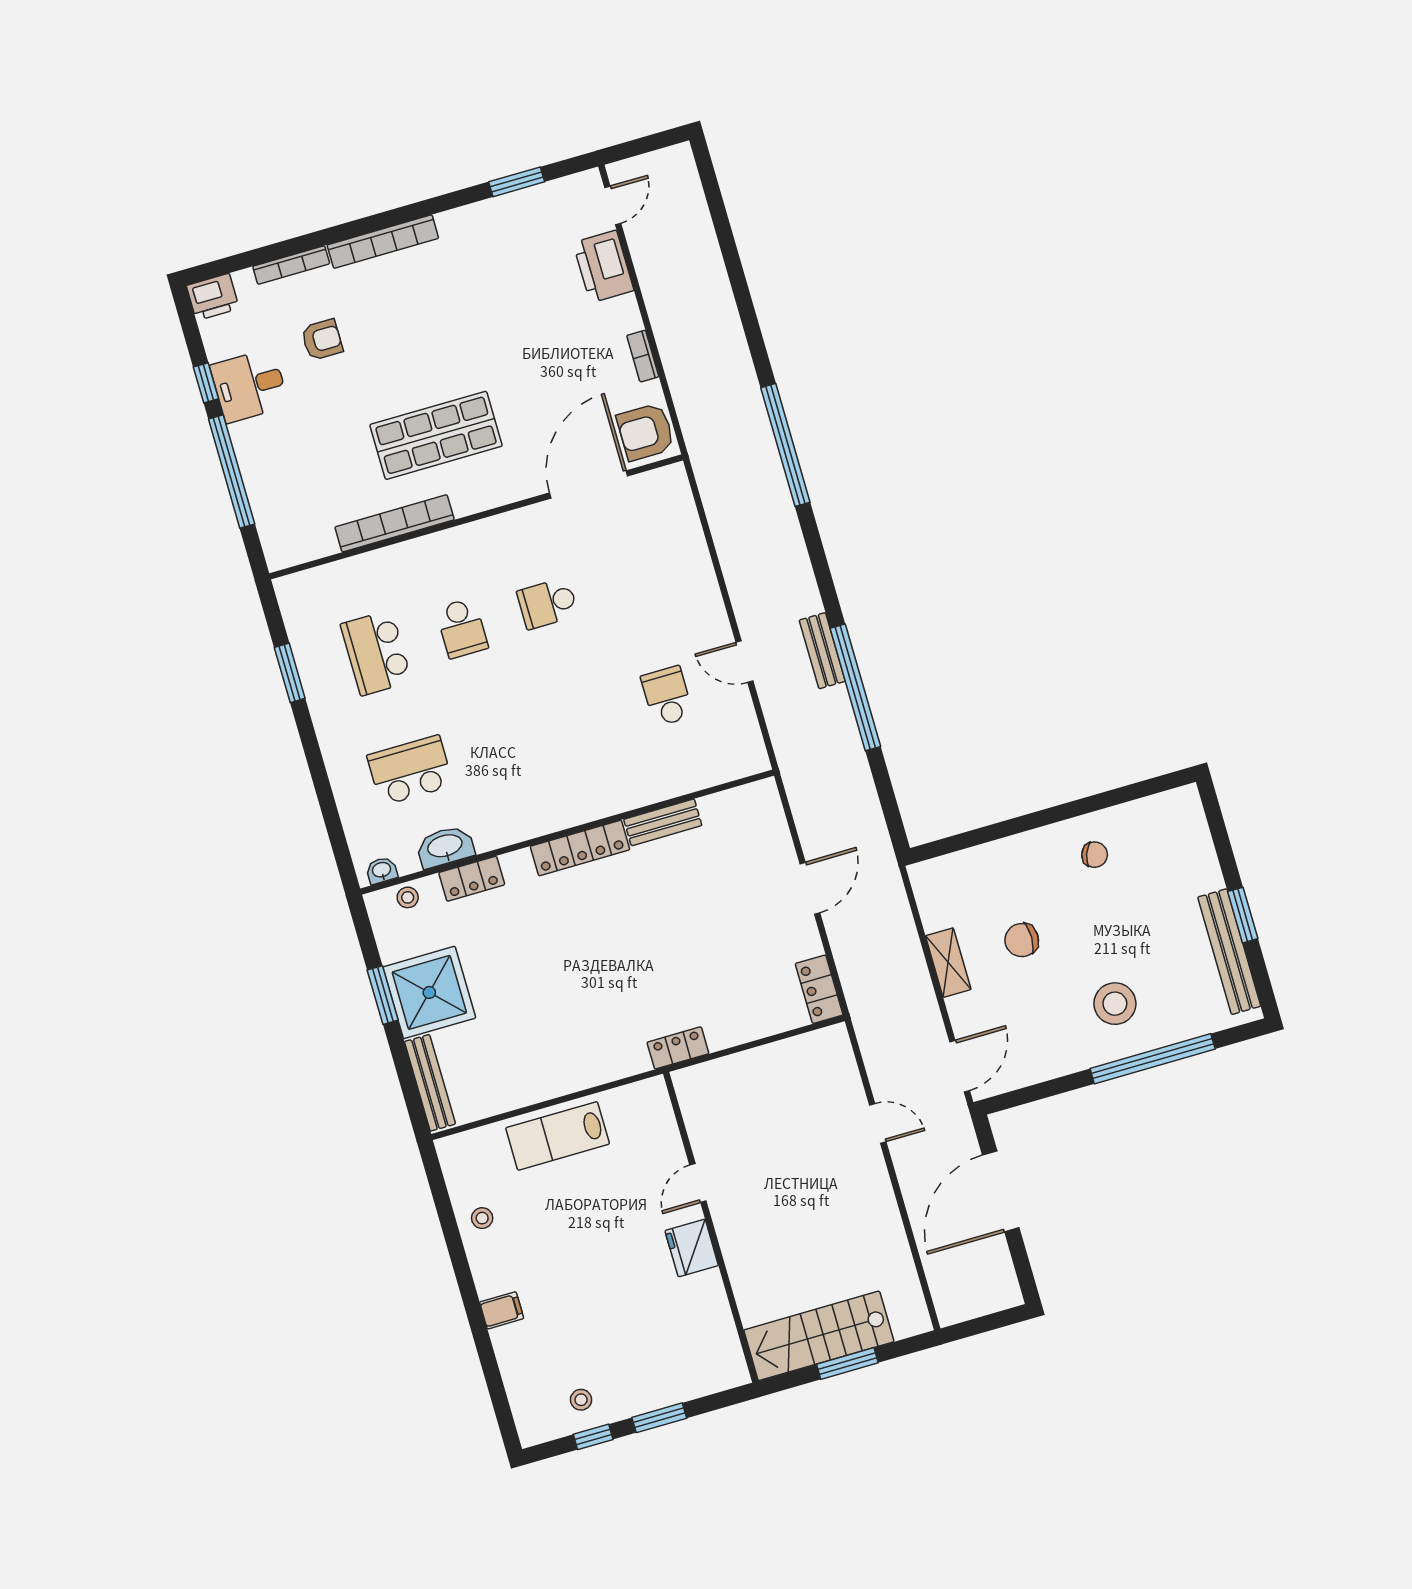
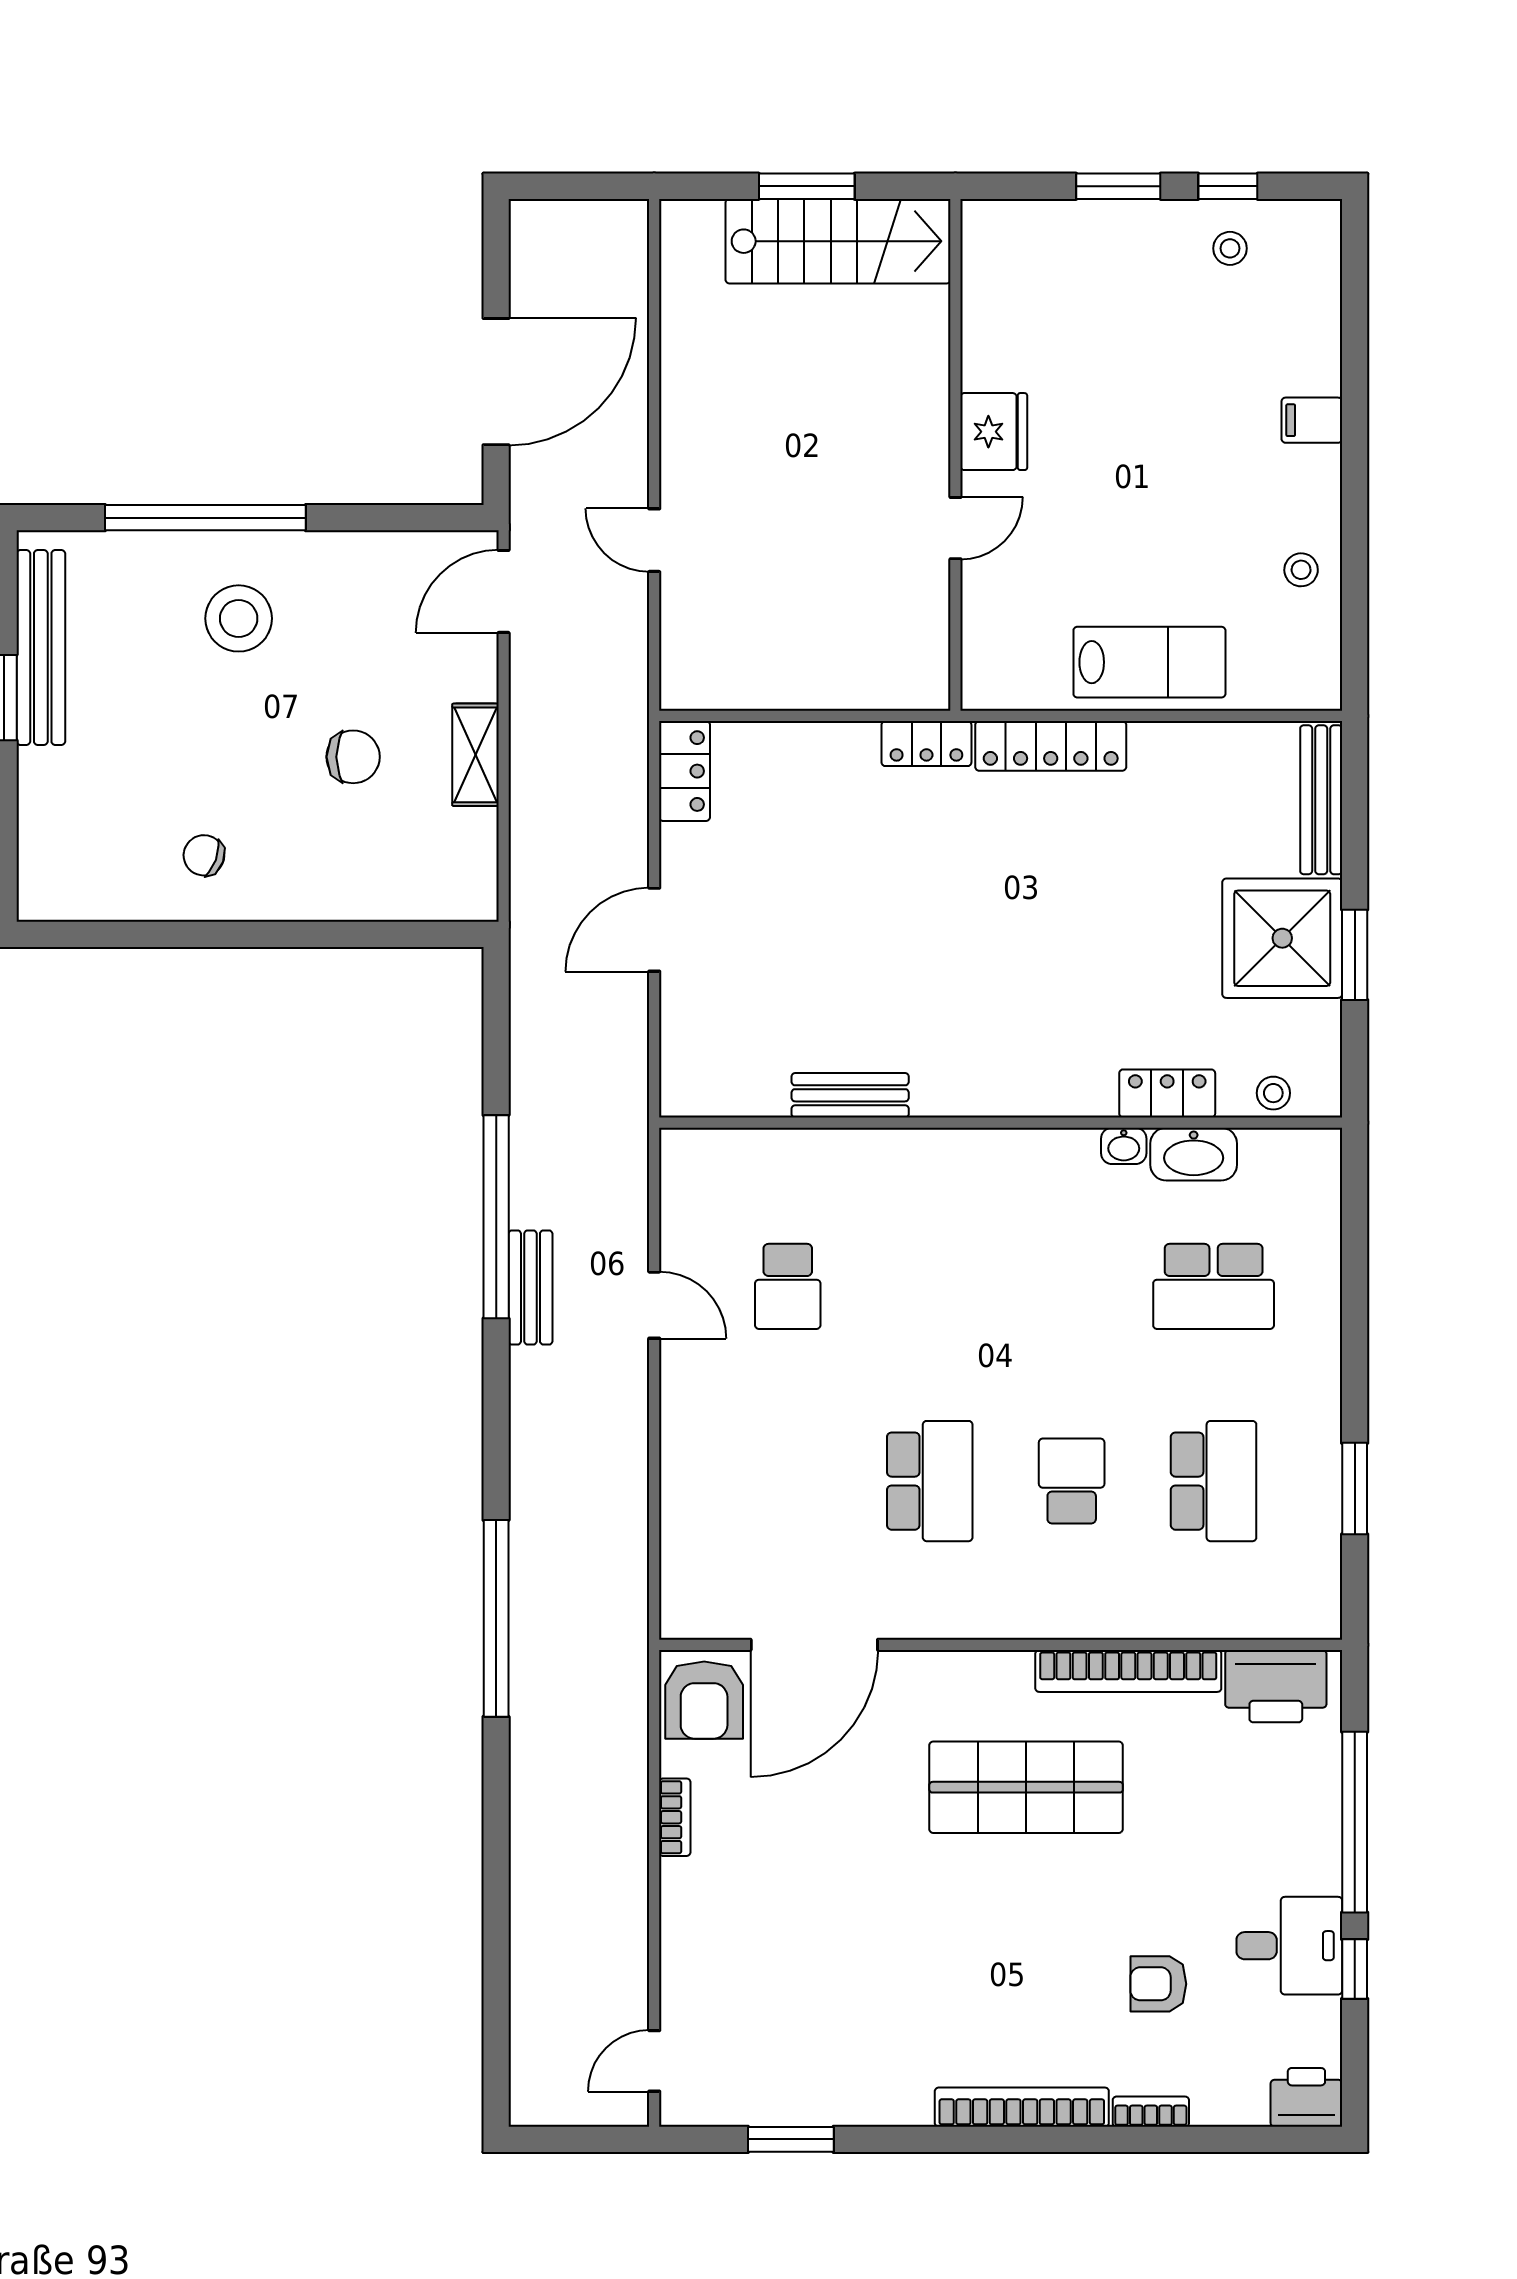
bookcase: (291, 265) -> (1151, 2112), width x0.64
printer: (603, 267) -> (1276, 1686), moved, turned 90
armchair: (646, 432) -> (704, 1700), turned 90
school desk: (548, 603) -> (930, 1481), width x1.85
locker: (580, 848) -> (1051, 746), moved, turned 180
washbasin: (382, 870) -> (1124, 1146), moved

